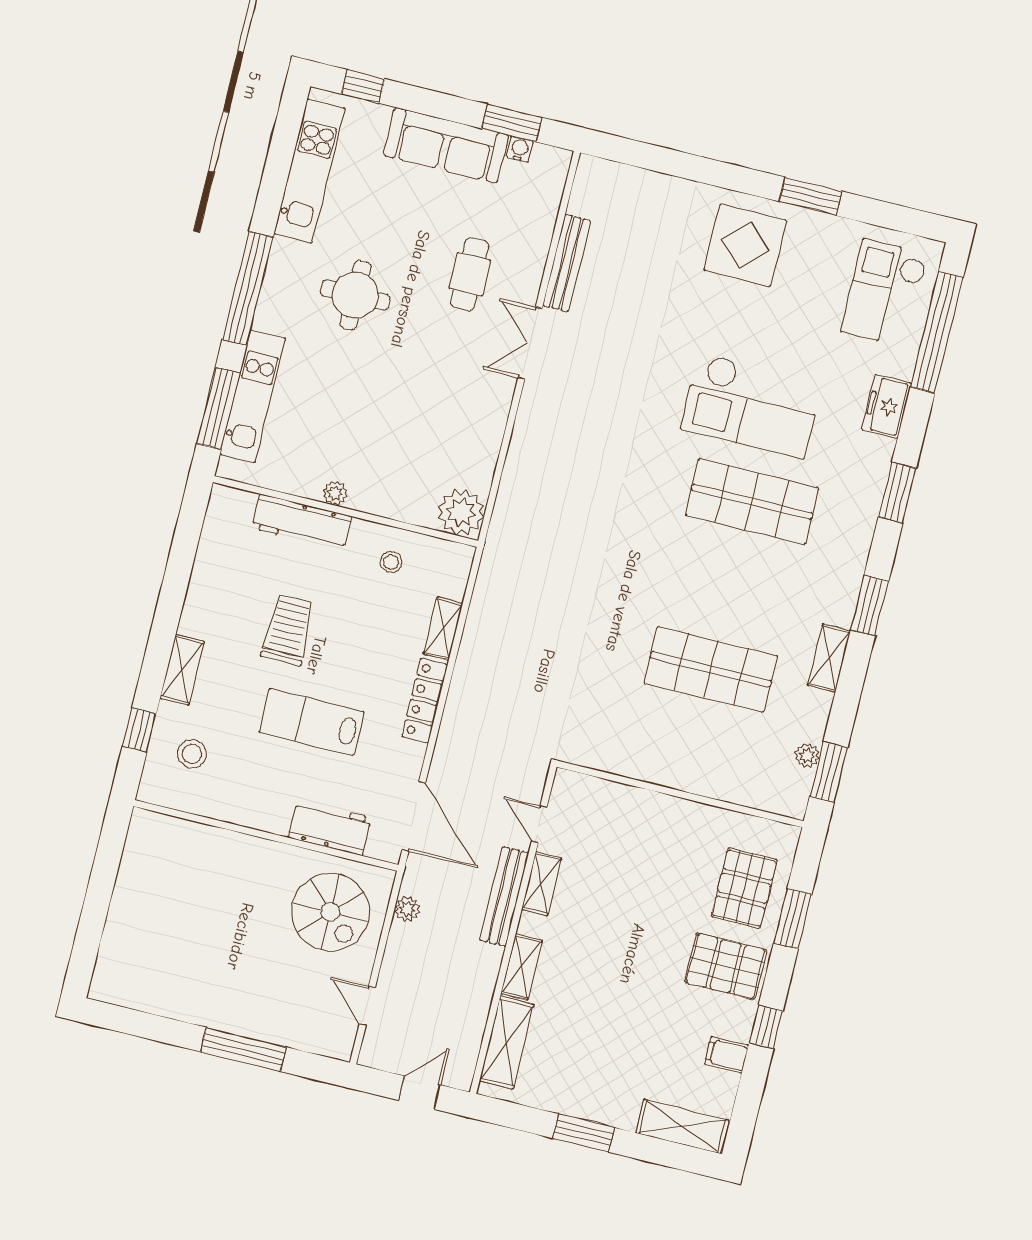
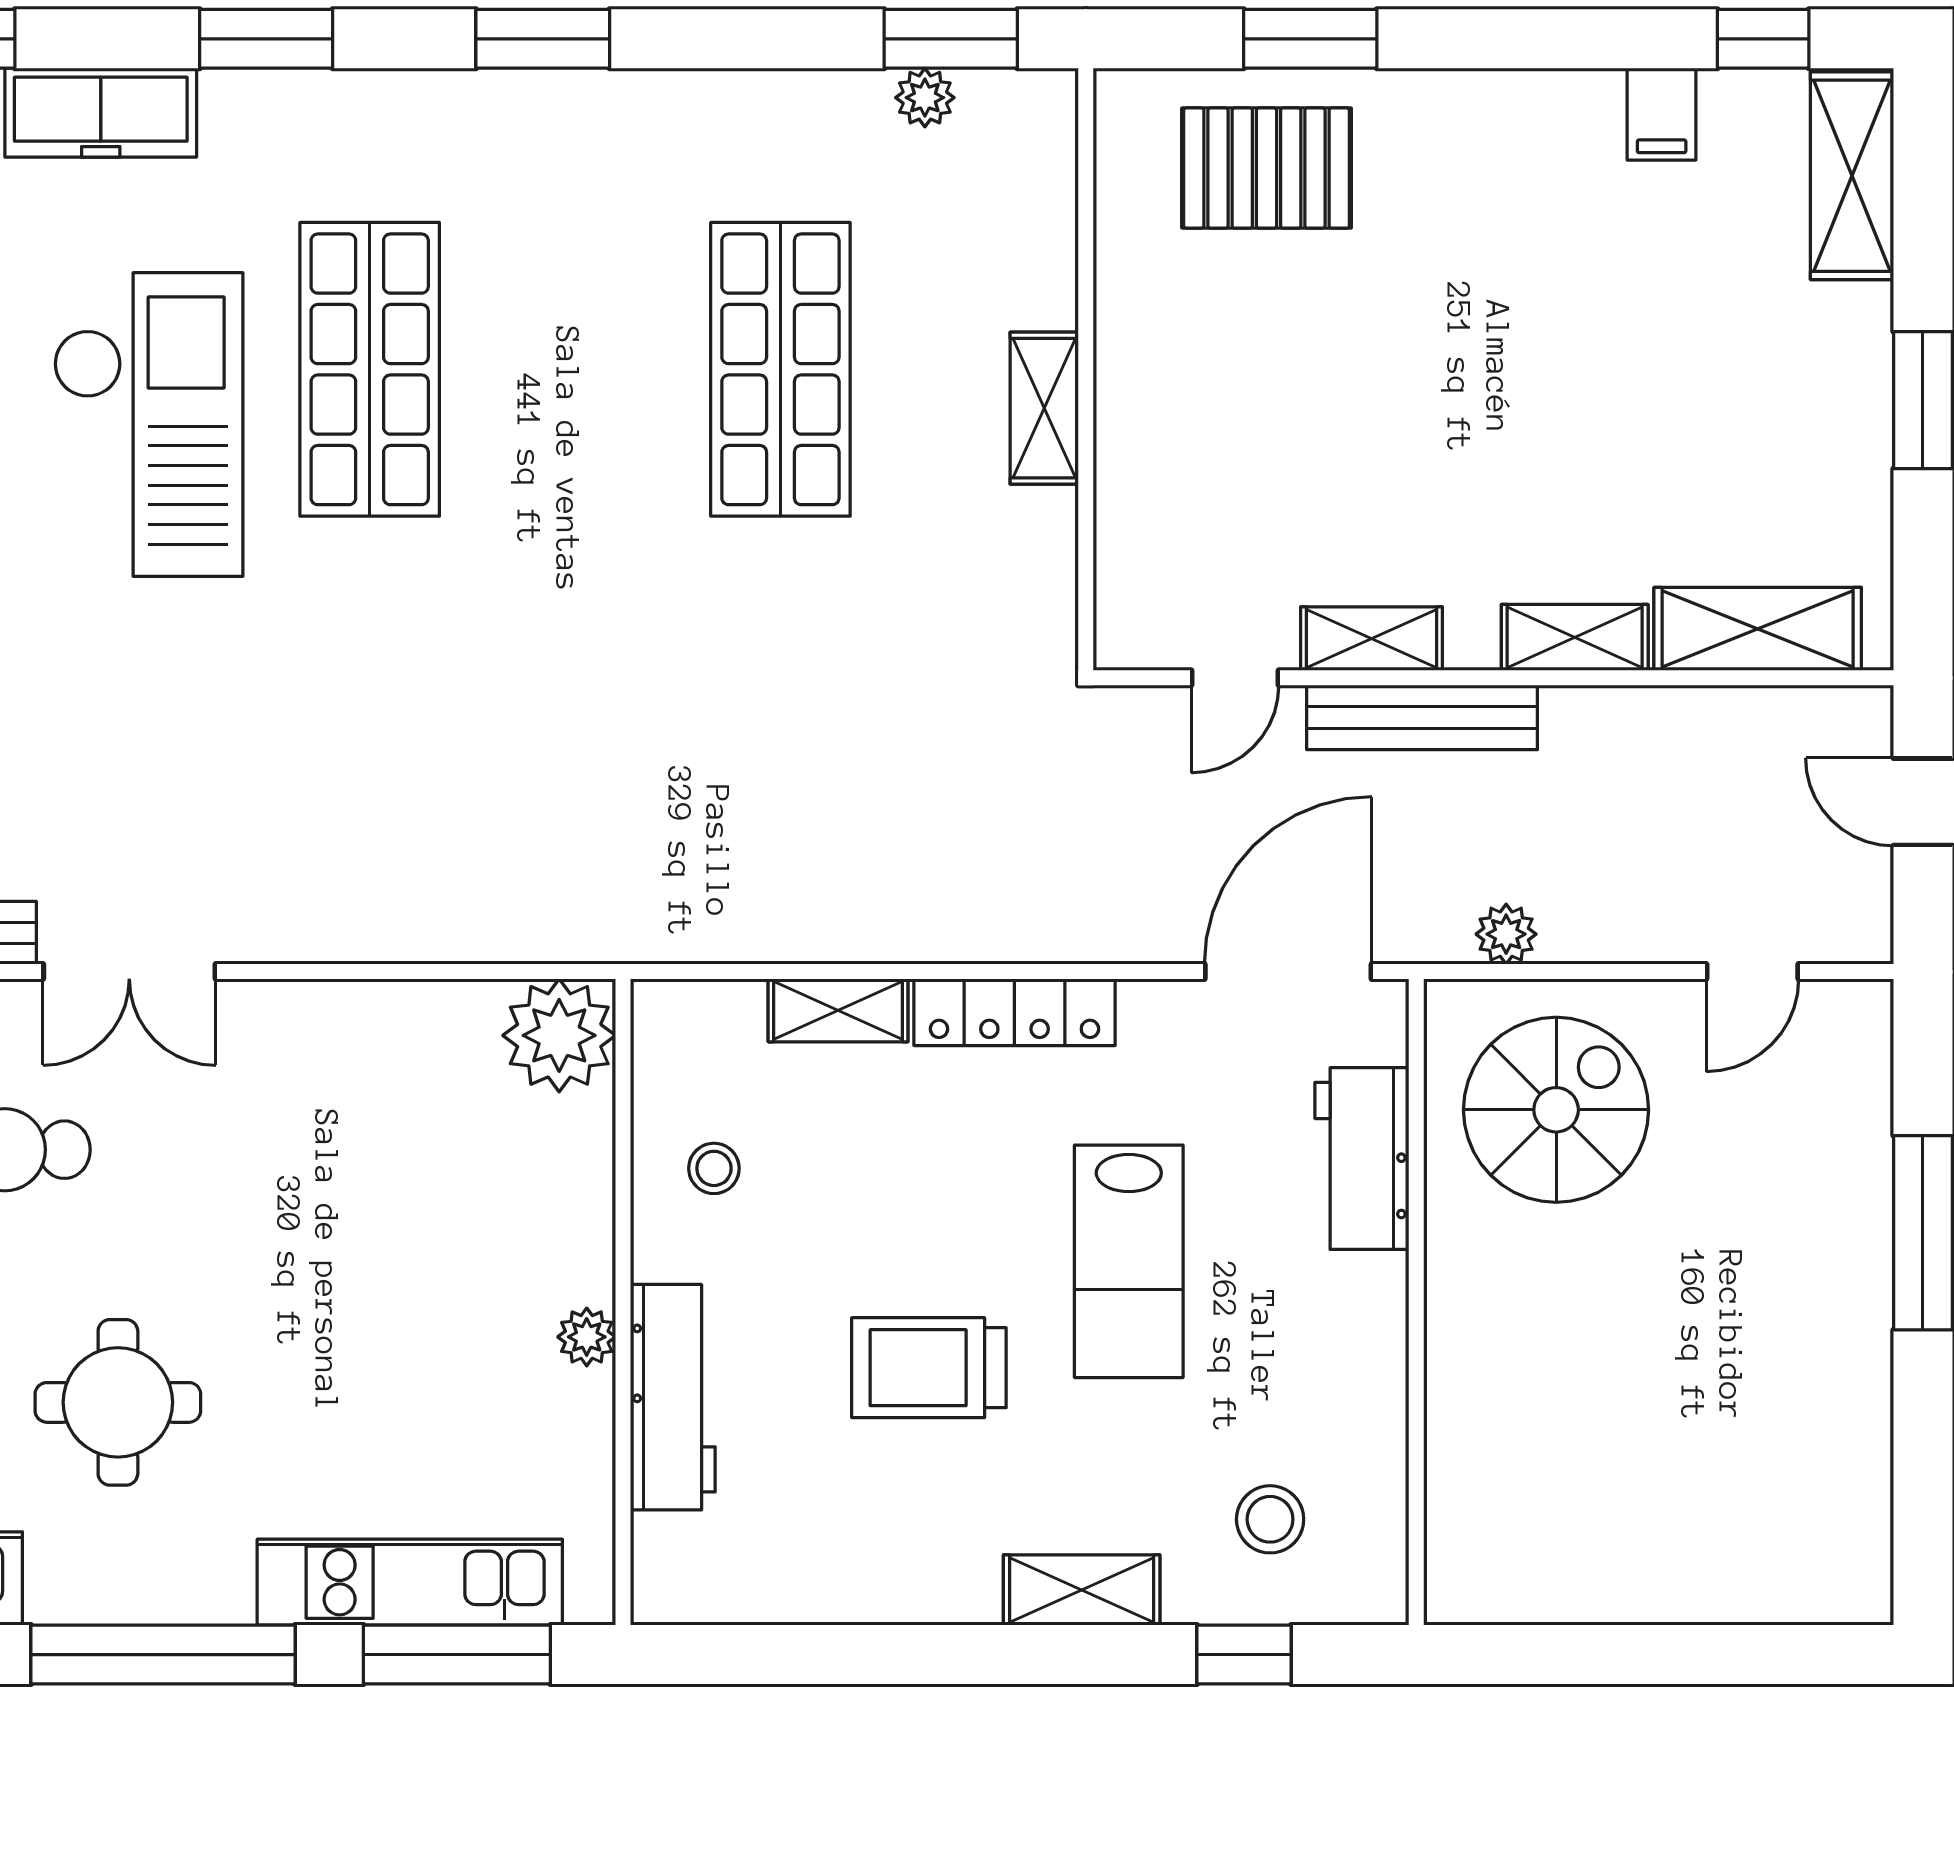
freezer: (886, 406) -> (101, 113), width x1.40
shelving: (829, 658) -> (1044, 408), moved, turned 90
pallet: (726, 966) -> (1457, 167), removed
window: (766, 1027) -> (1763, 39), moved

